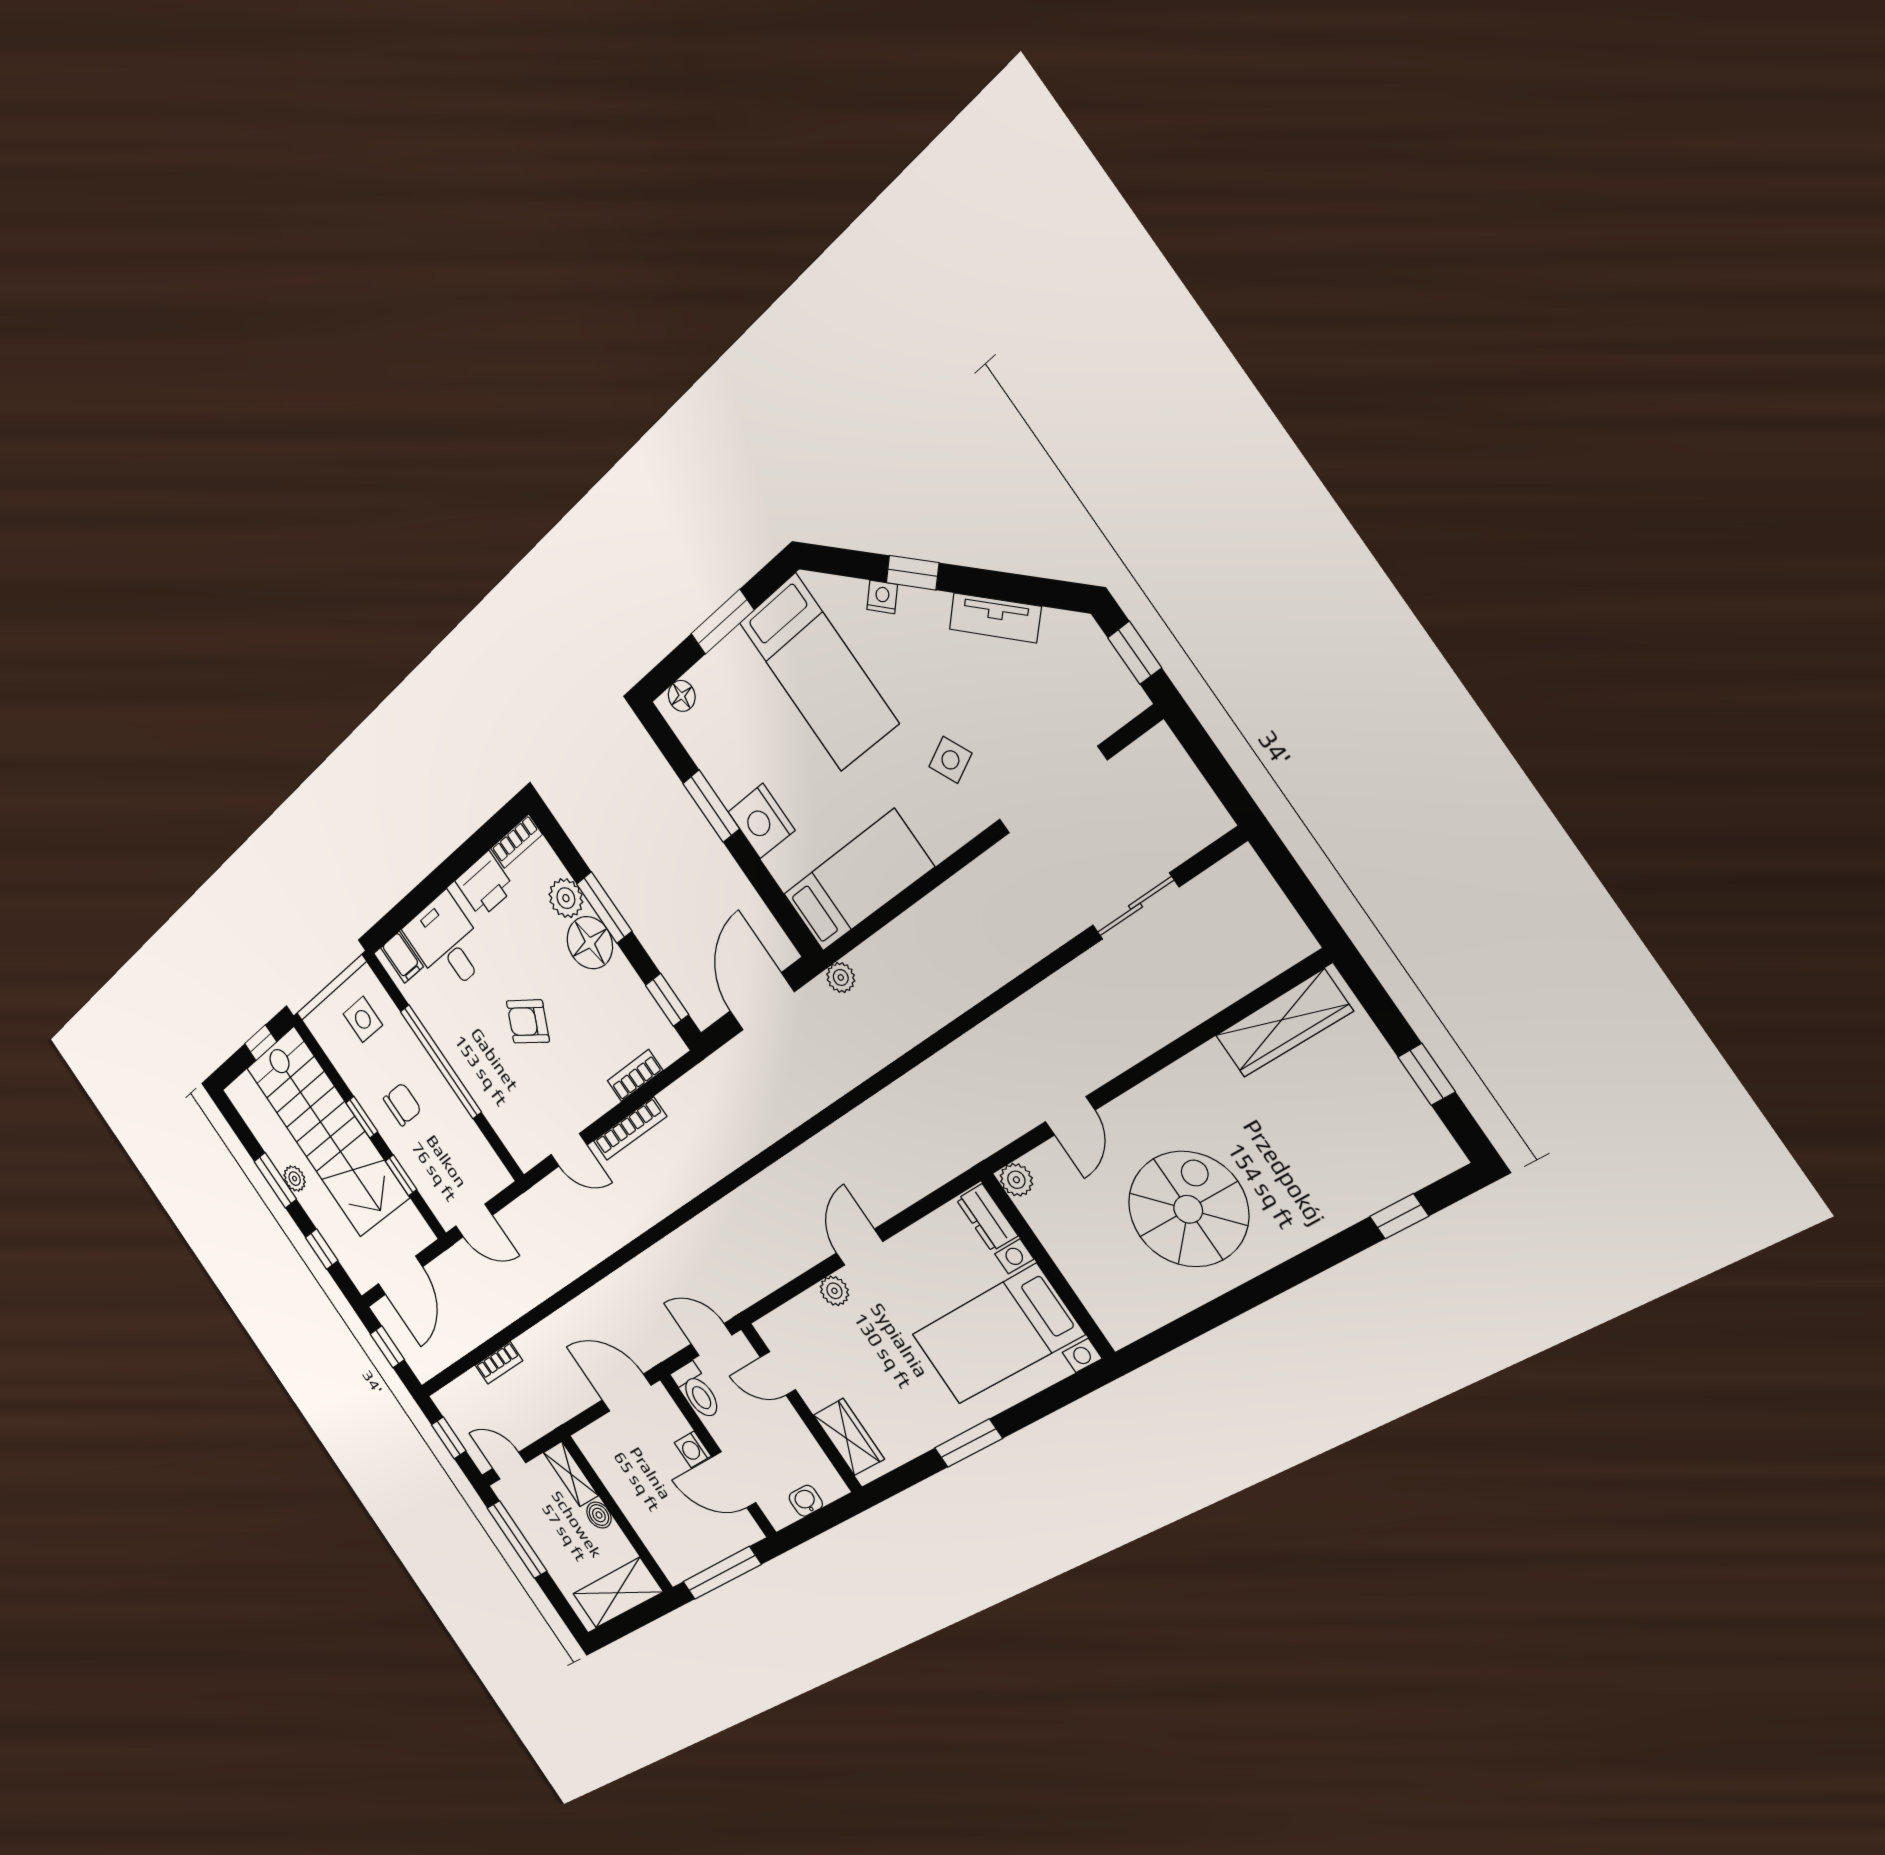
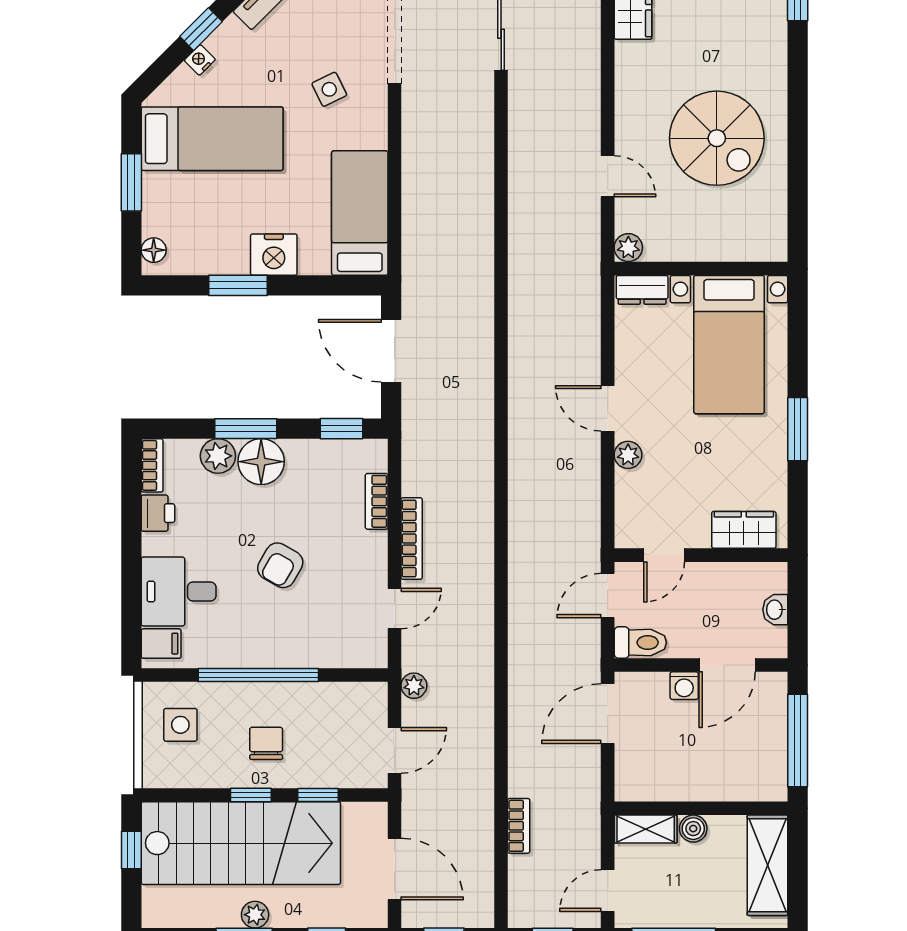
printer: (485, 885) -> (158, 513), width x0.73, depth x0.81
plant: (841, 977) -> (414, 686), moved
spiral stairs: (1188, 1209) -> (717, 138), turned 180

